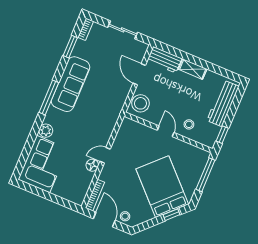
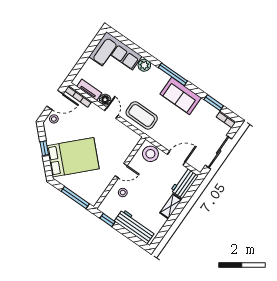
sliding door: (123, 30) -> (219, 152), width x1.37
sofa: (71, 84) -> (181, 96), width x0.73
coffee table: (101, 122) -> (142, 115), added
tv unit: (85, 185) -> (89, 90), added
window: (172, 215) -> (44, 148), moved

